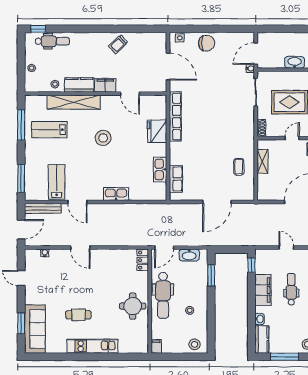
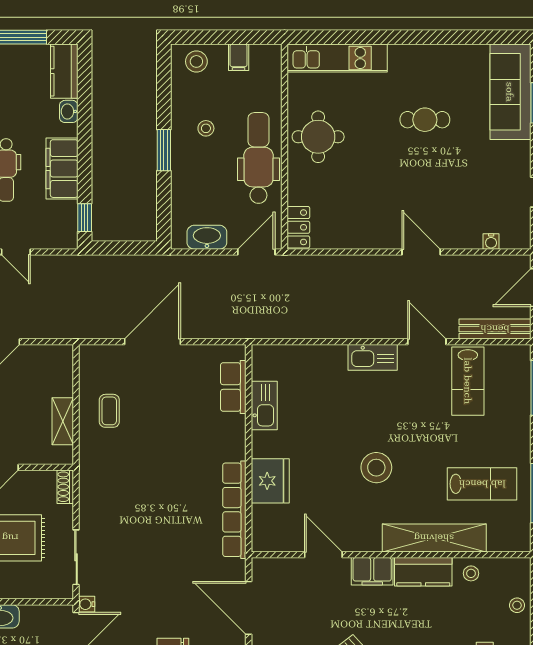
kitchen sink: (116, 194) -> (373, 357), moved
window: (211, 275) -> (164, 150), moved
kitchen unit: (92, 346) -> (337, 58), moved
filing cabinet: (156, 346) -> (239, 57), moved

